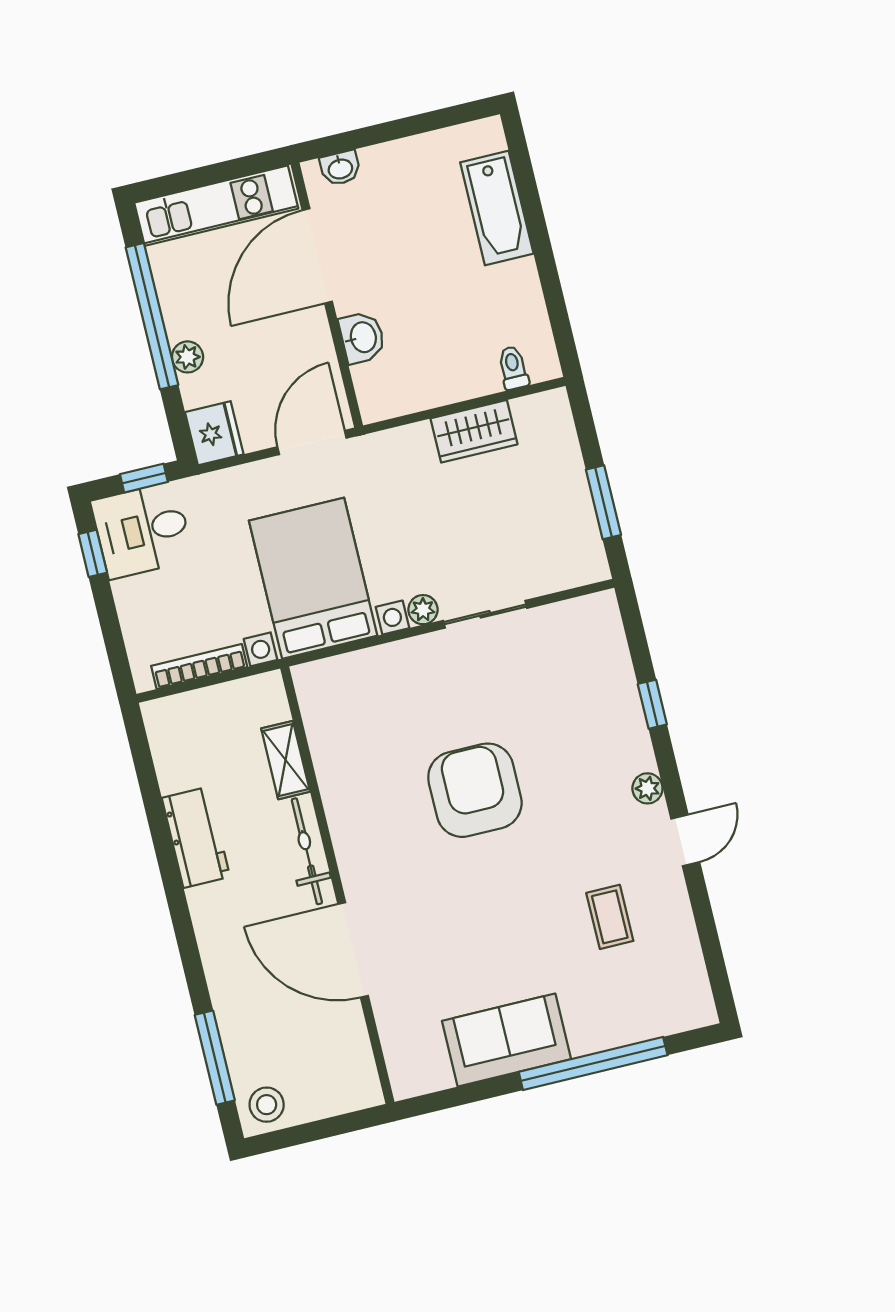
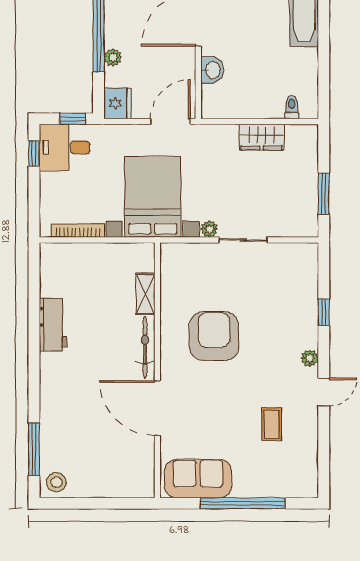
shelving: (286, 760) -> (145, 294), moved
bicycle: (307, 851) -> (145, 347), moved
wall: (337, 885) -> (157, 370), moved
door: (353, 950) -> (157, 408), moved

